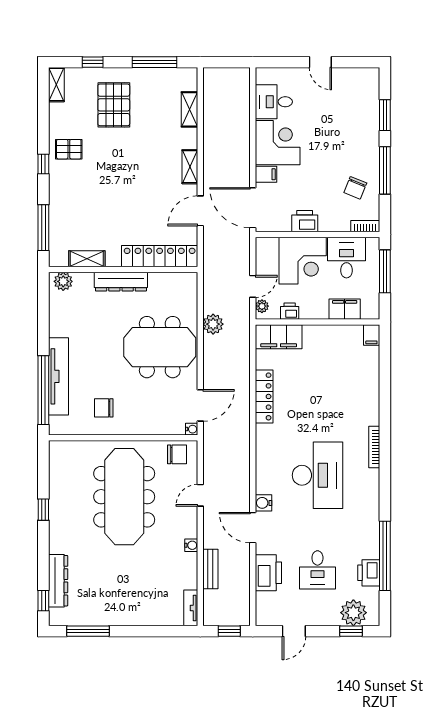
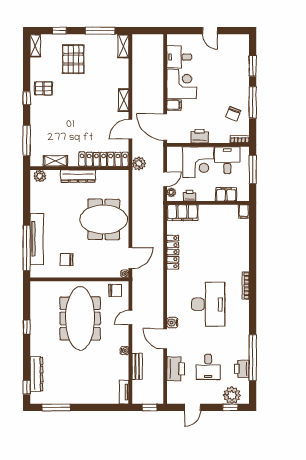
shelving: (189, 109) -> (123, 46), moved
plant: (213, 324) -> (139, 163), moved

